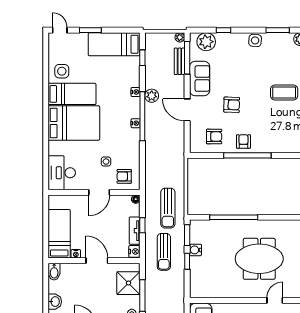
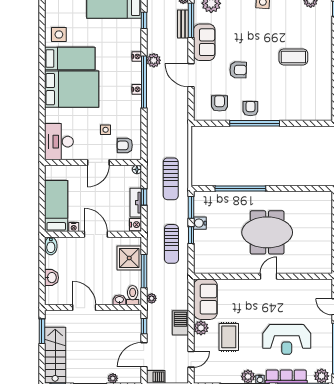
armchair: (214, 137) -> (220, 103), turned -90
sun lounger: (164, 252) -> (171, 244), moved
door: (275, 300) -> (268, 276), moved

